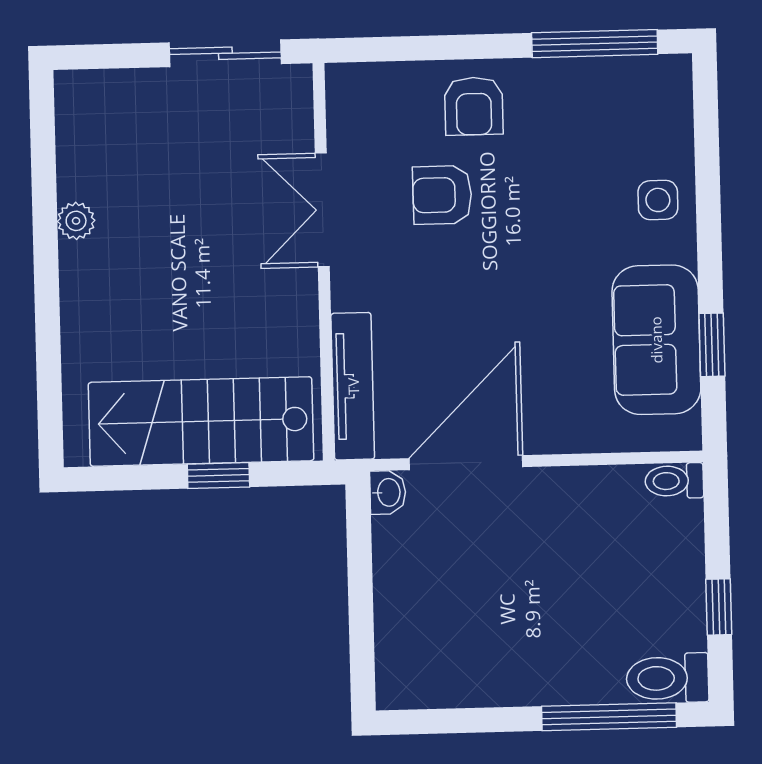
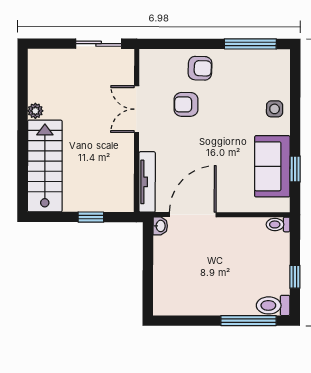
armchair: (474, 106) -> (200, 68), turned -88
stairs: (201, 422) -> (45, 166), moved, turned 90

